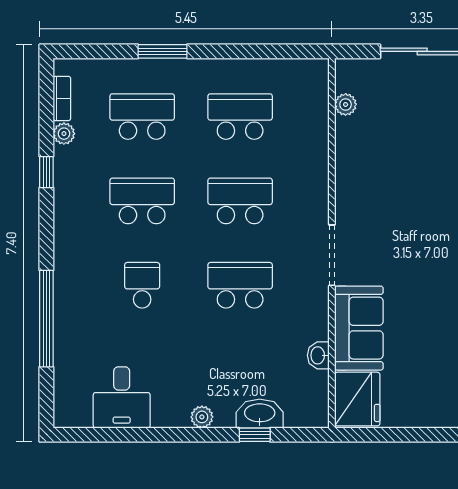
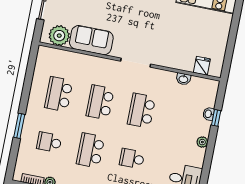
plant: (346, 104) -> (59, 36), width x1.87, depth x1.87
school desk: (142, 117) -> (49, 142), width x0.54
sofa: (359, 328) -> (91, 40), moved
fridge: (357, 399) -> (202, 66), width x0.53, depth x0.75
washbasin: (260, 414) -> (208, 114), width x0.52, depth x0.69

